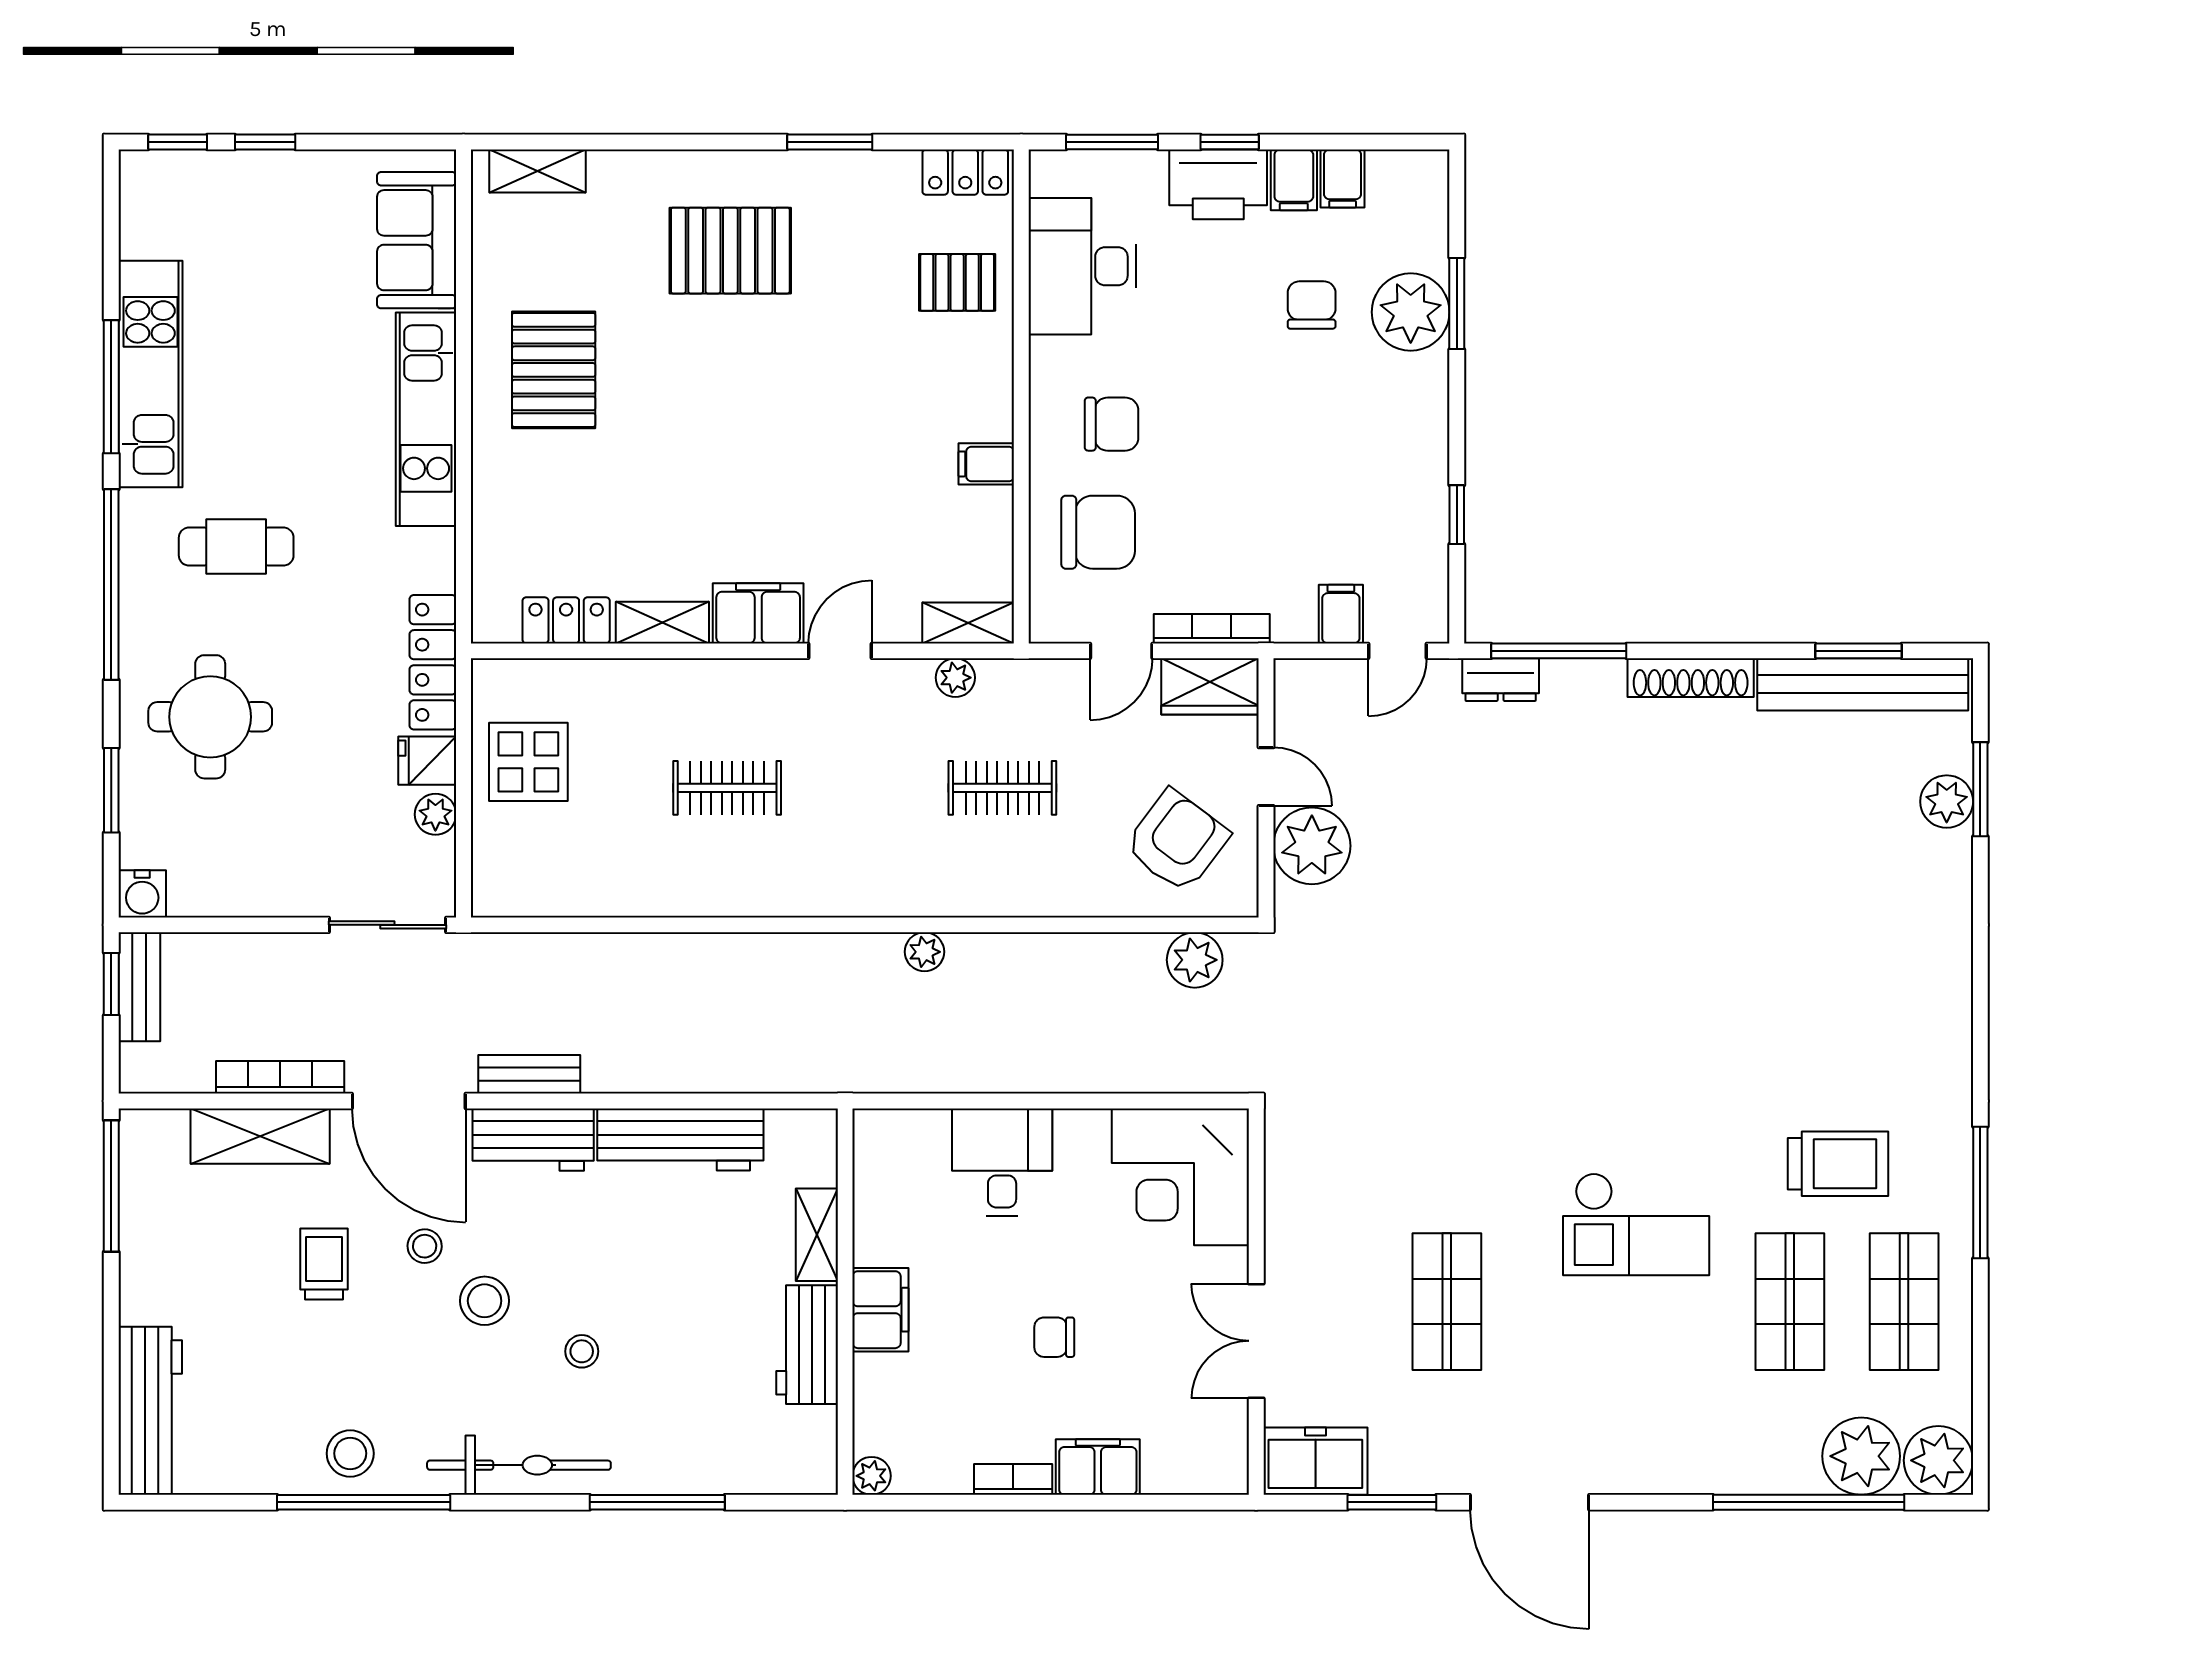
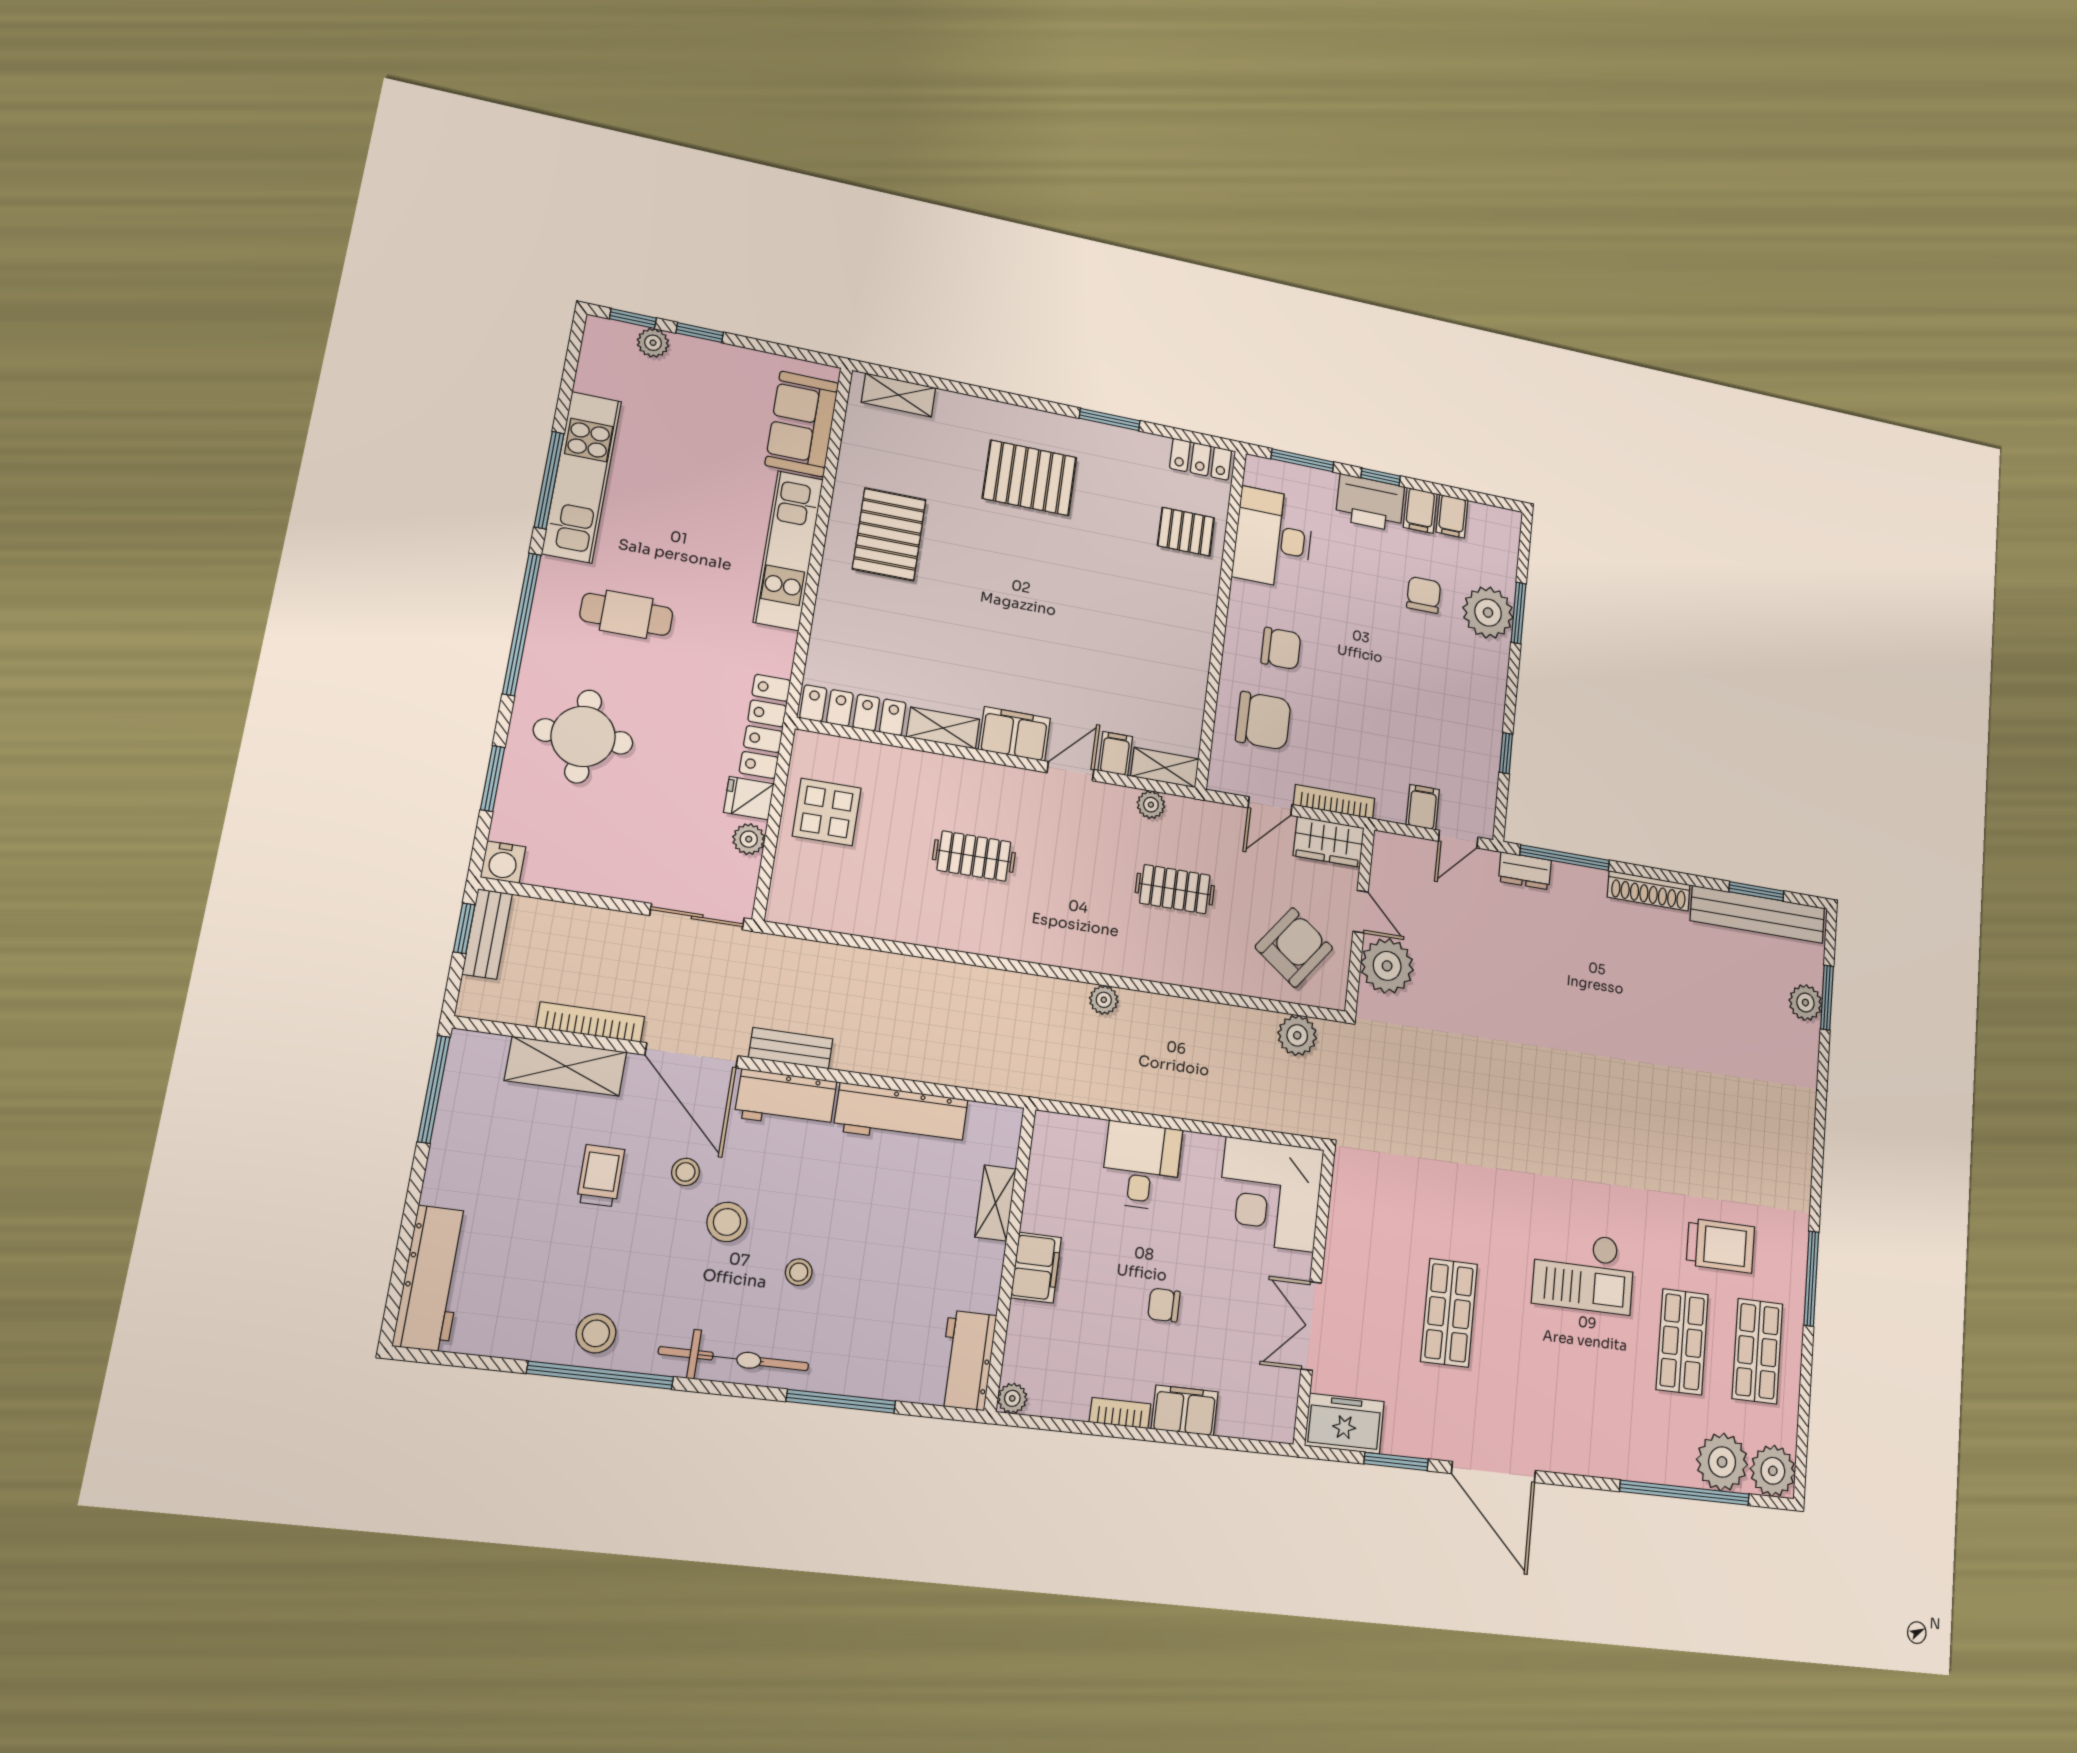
plant: (208, 170) -> (653, 343), added
filing cabinet: (986, 464) -> (1115, 754), moved, turned 90
locker: (566, 620) -> (853, 710), width x1.53
workbench: (807, 1345) -> (967, 1360), moved

